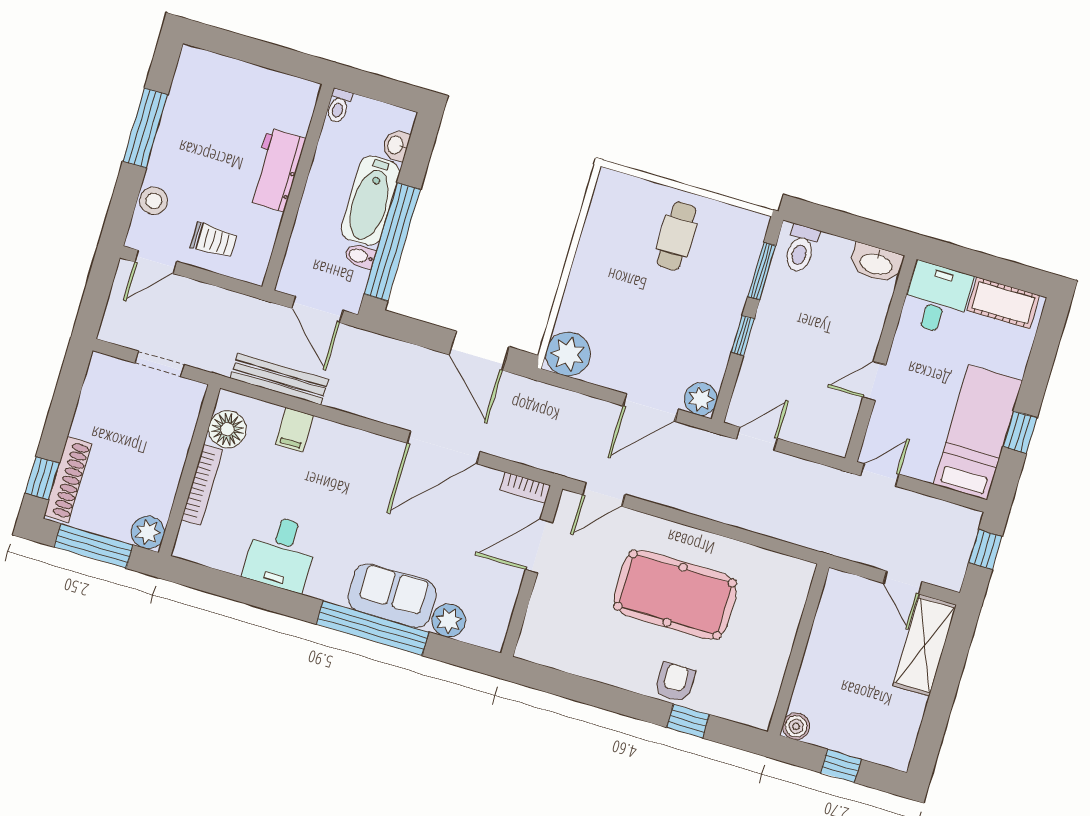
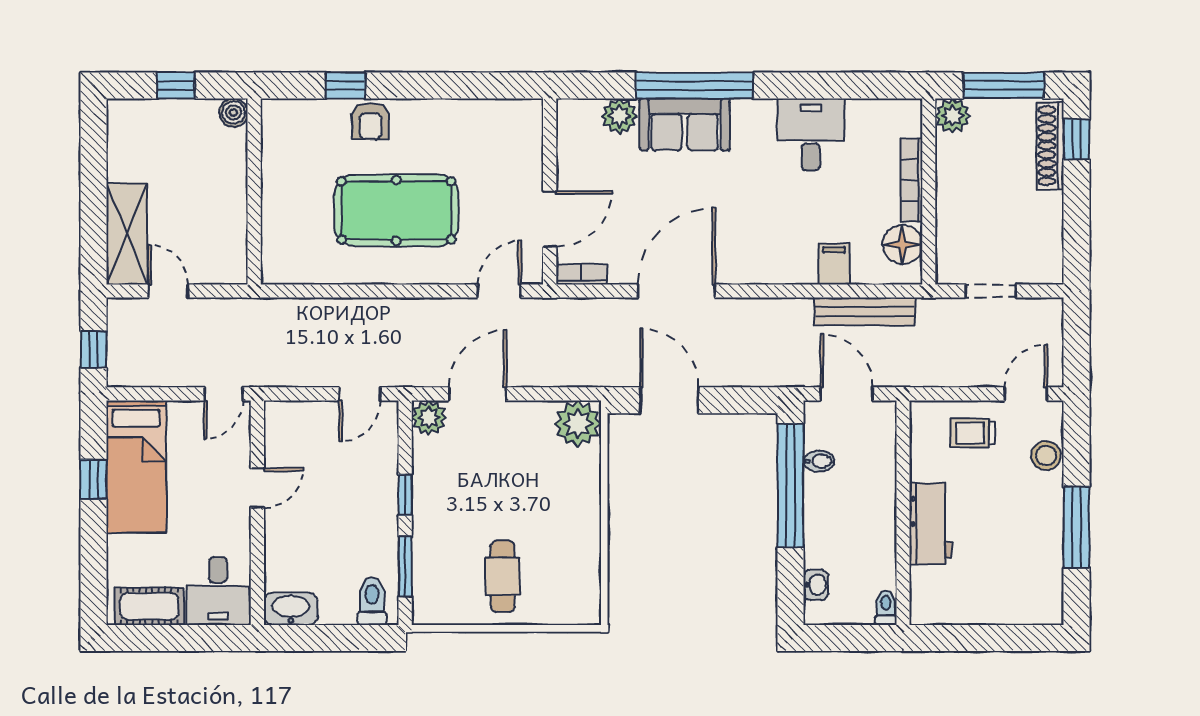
bathtub: (370, 201) -> (825, 521), removed

